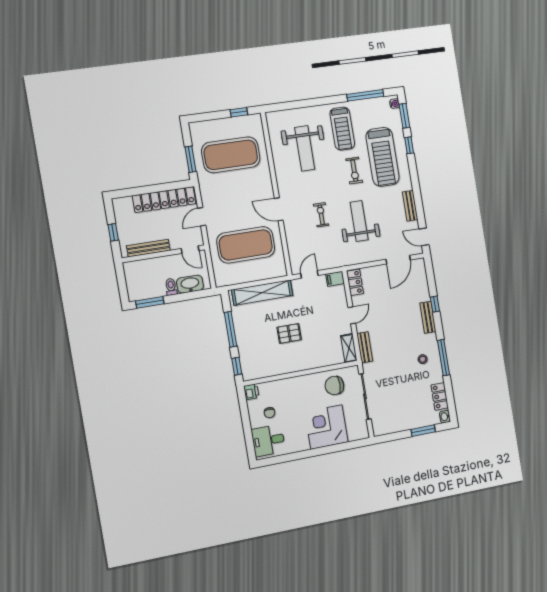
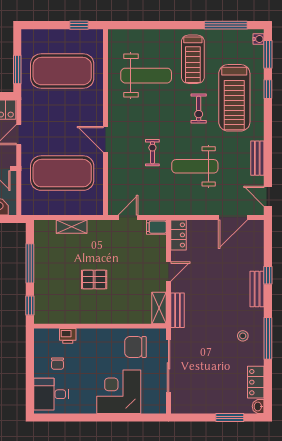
weight bench: (305, 148) -> (146, 76), turned -90
weight bench: (359, 221) -> (195, 166), turned -90
shelving: (262, 293) -> (72, 227), width x0.45, depth x0.75
printer: (251, 392) -> (68, 336), moved, turned 90

